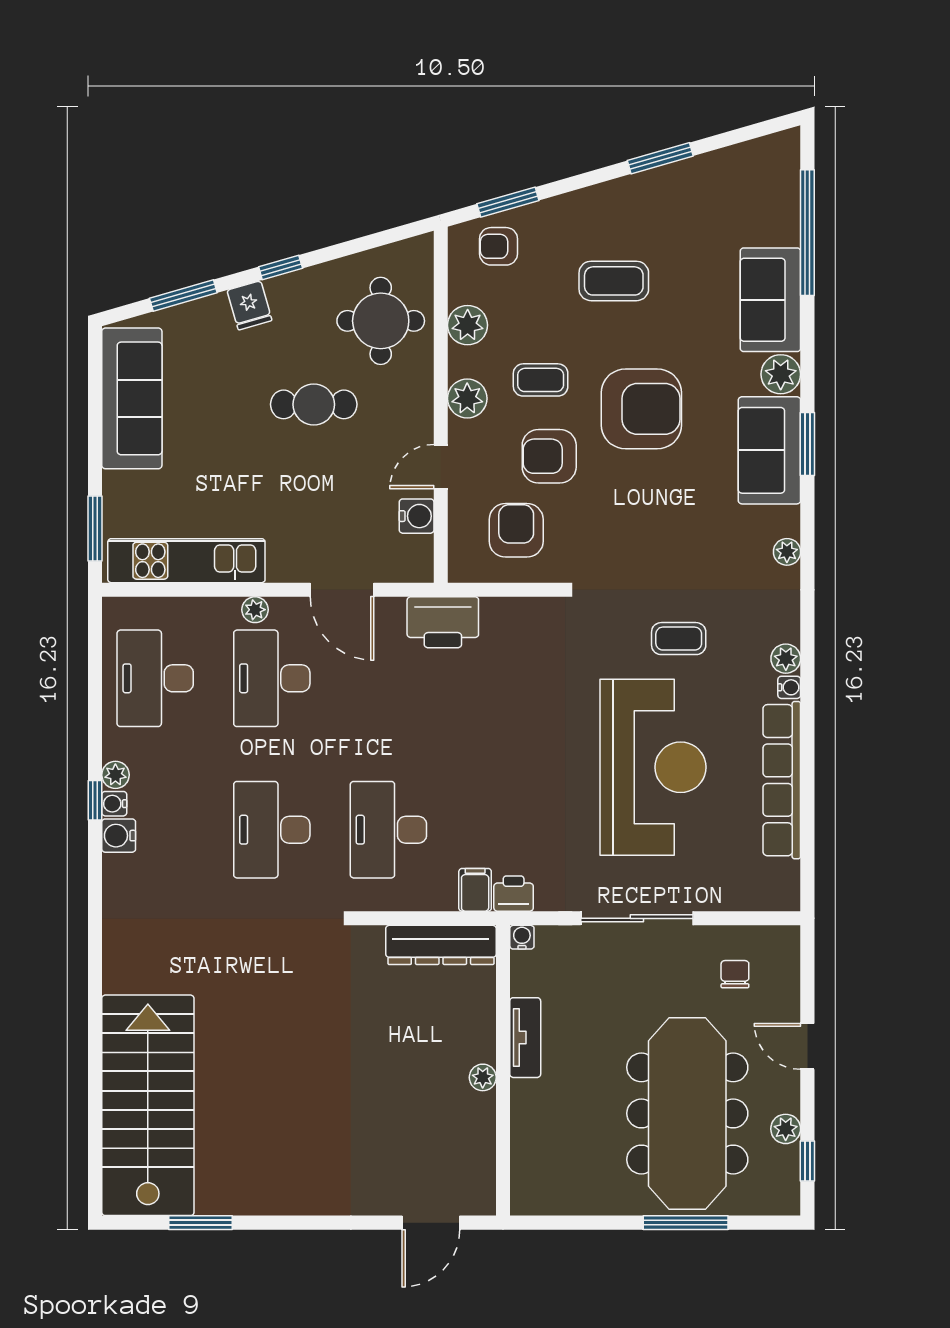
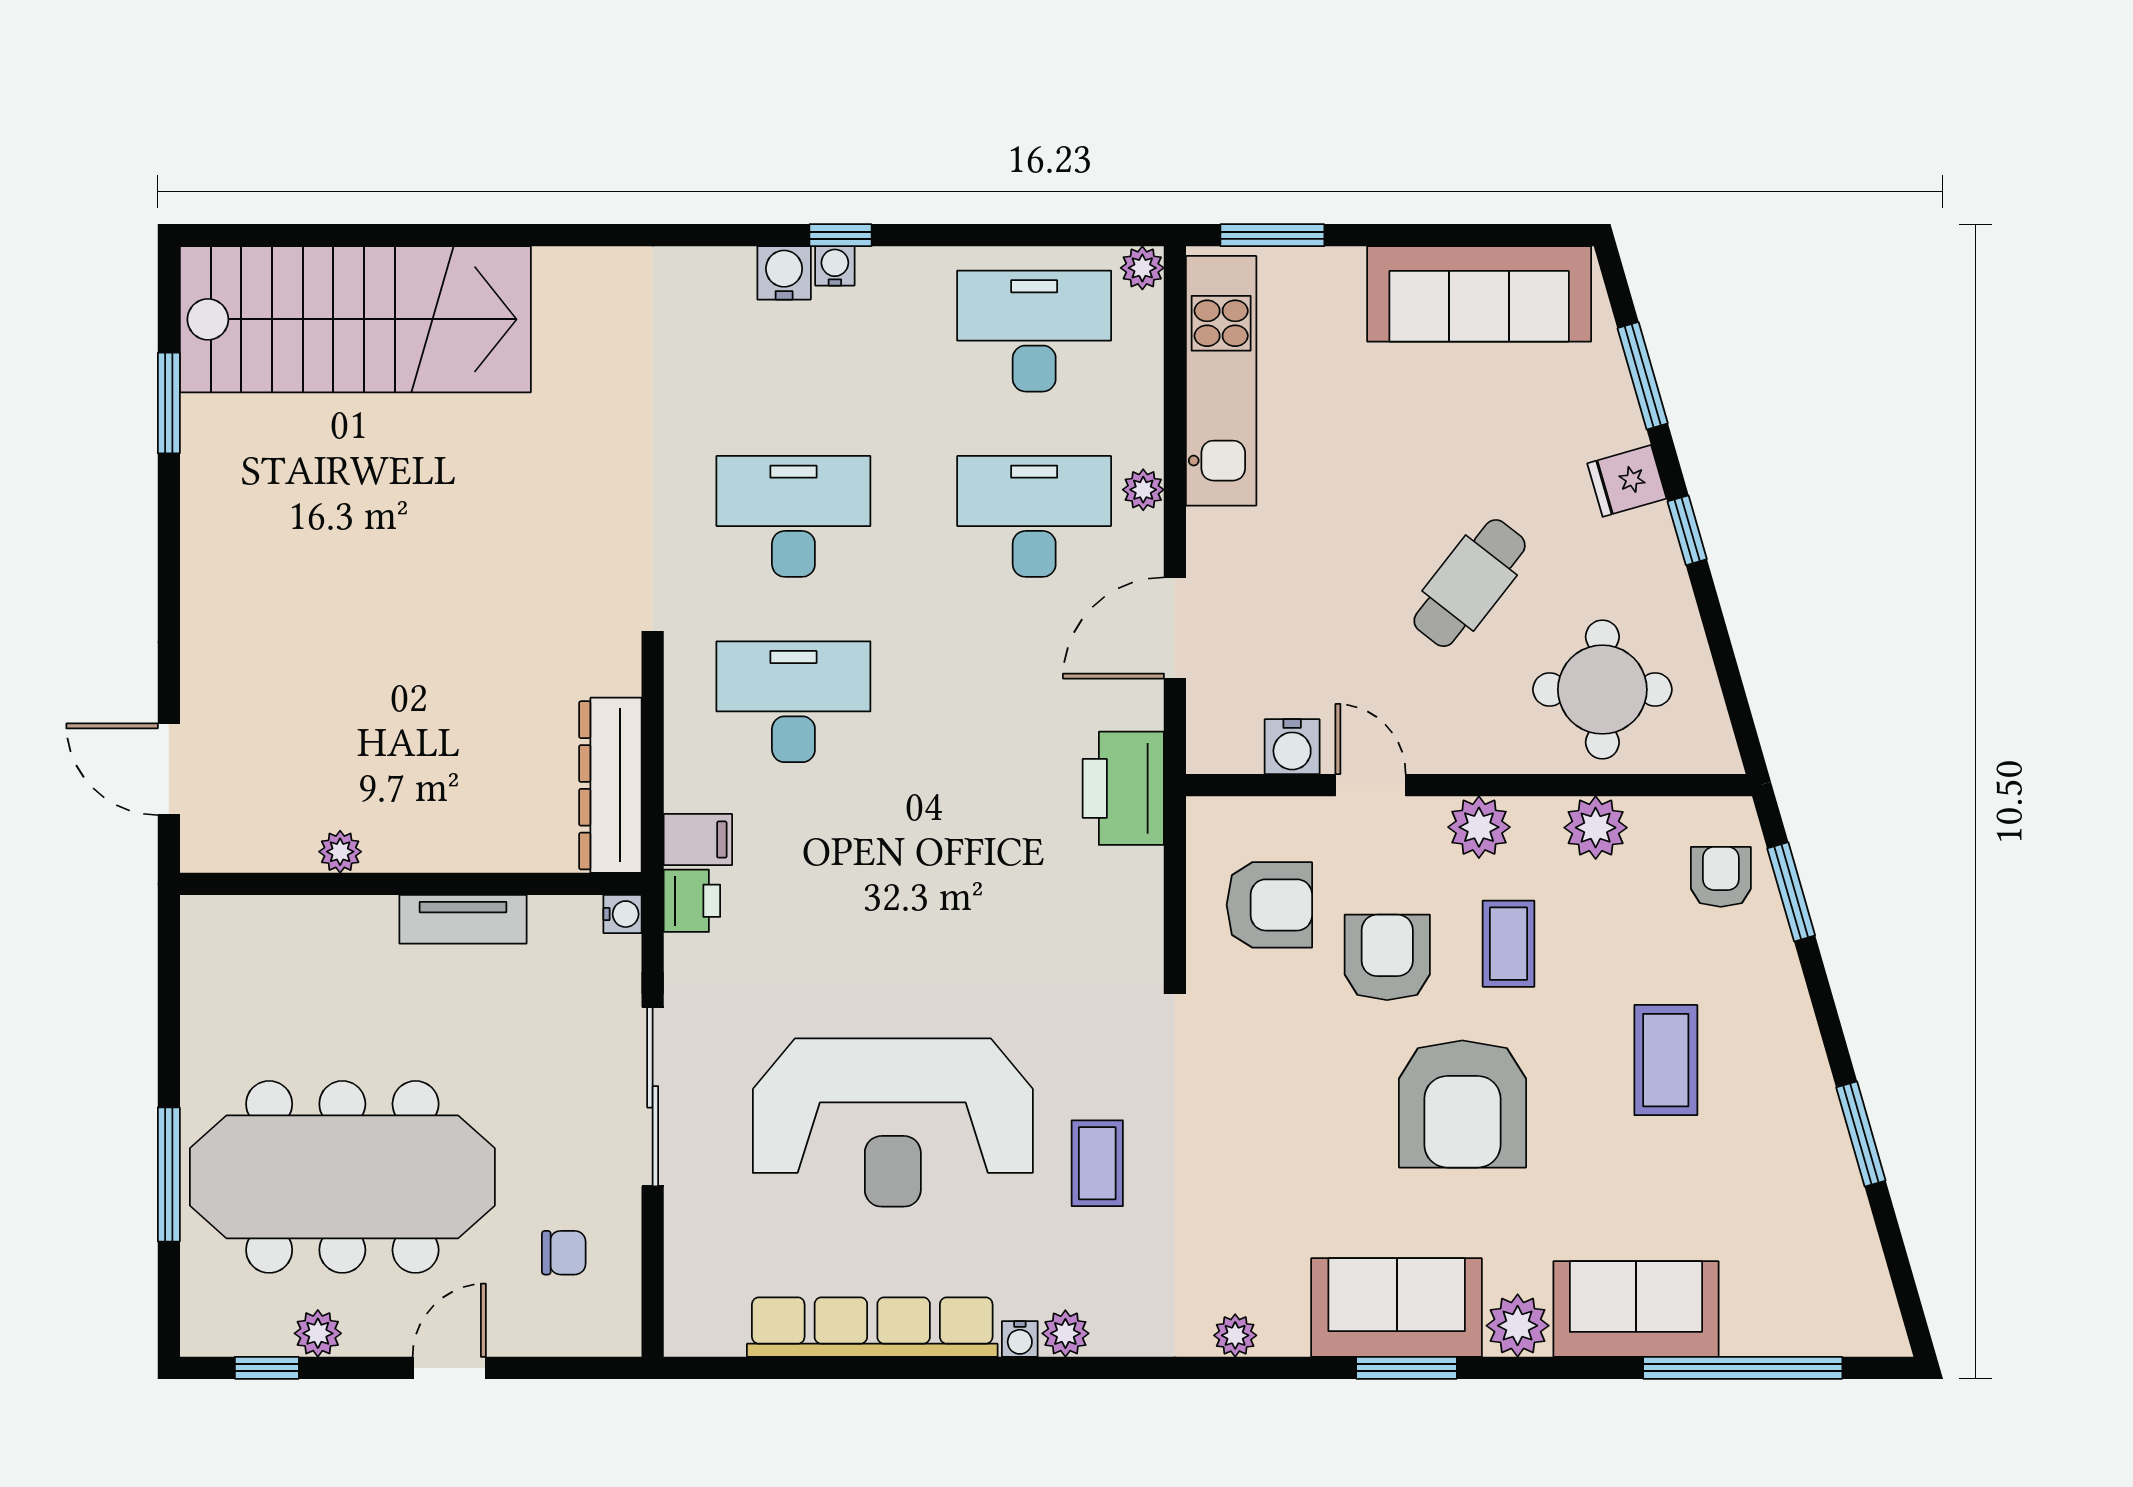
cafe table: (314, 404) -> (1470, 583), turned 38
plant: (115, 775) -> (1142, 268), moved
plant: (483, 1077) -> (340, 852), moved

